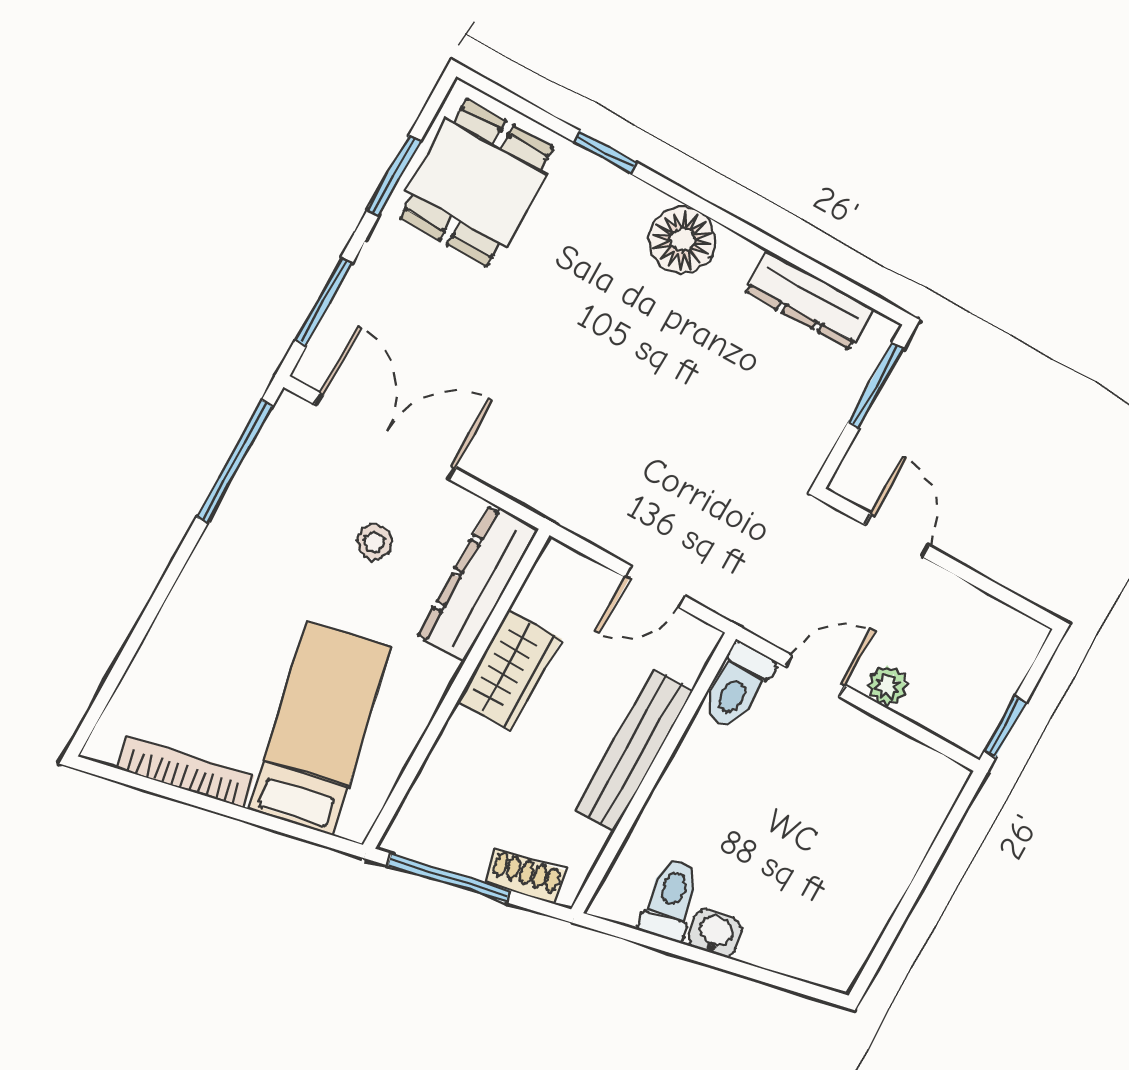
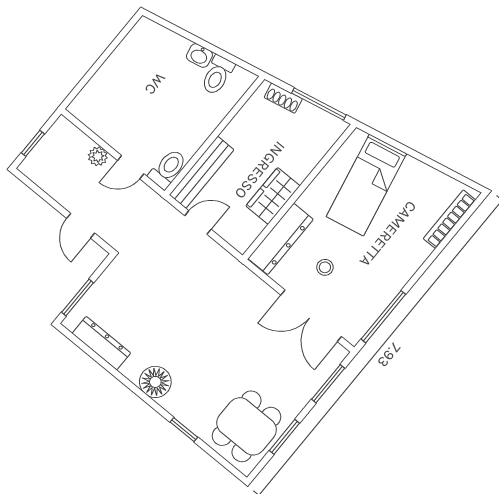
window: (1005, 727) -> (33, 143), moved
bench: (634, 750) -> (202, 172), moved
bookcase: (185, 772) -> (449, 219), moved, turned 102

